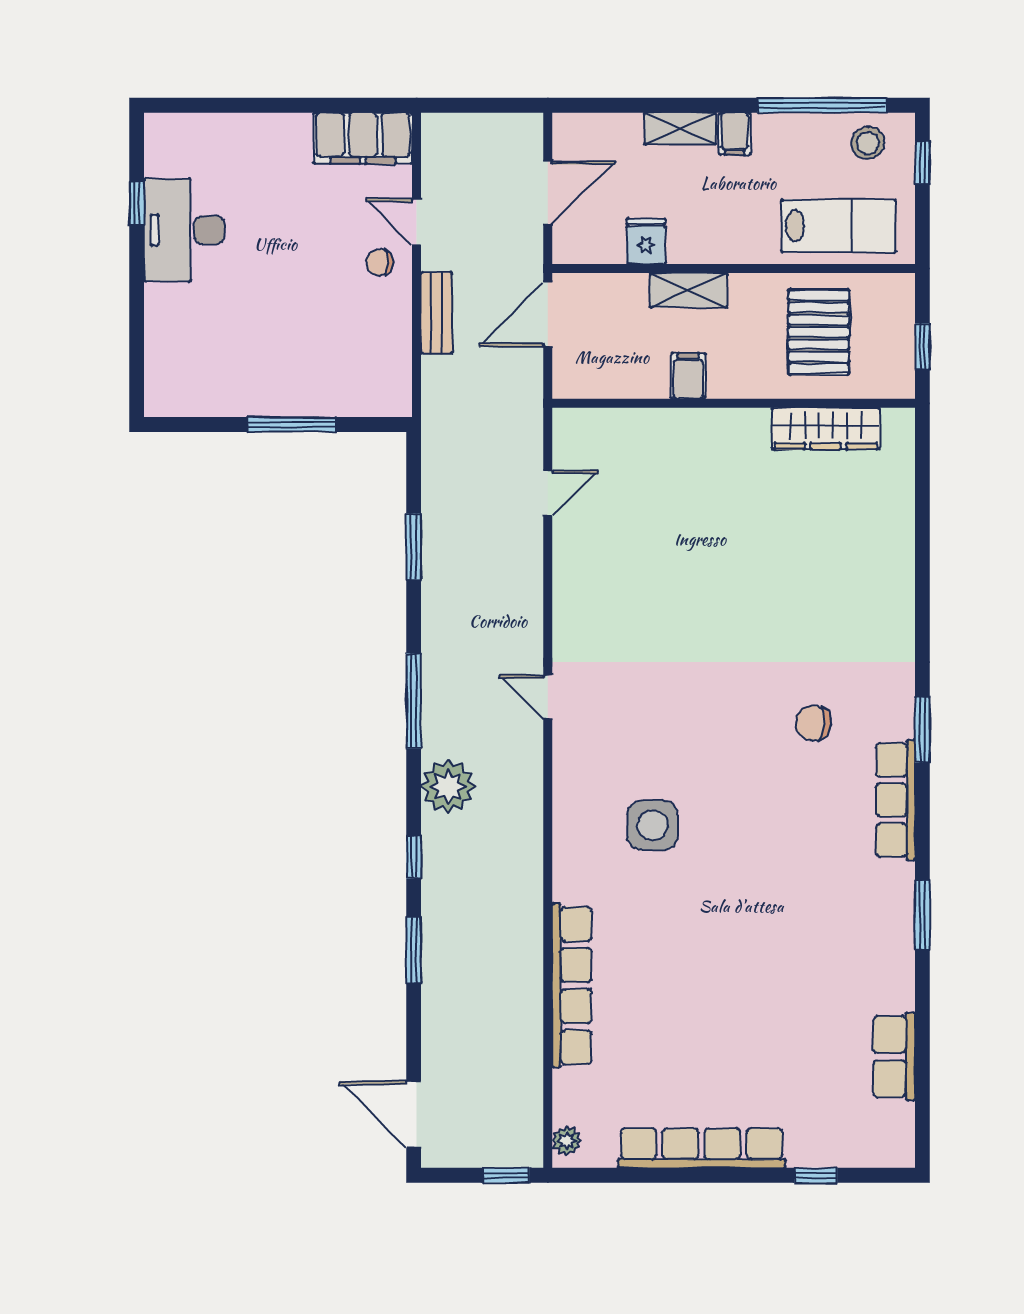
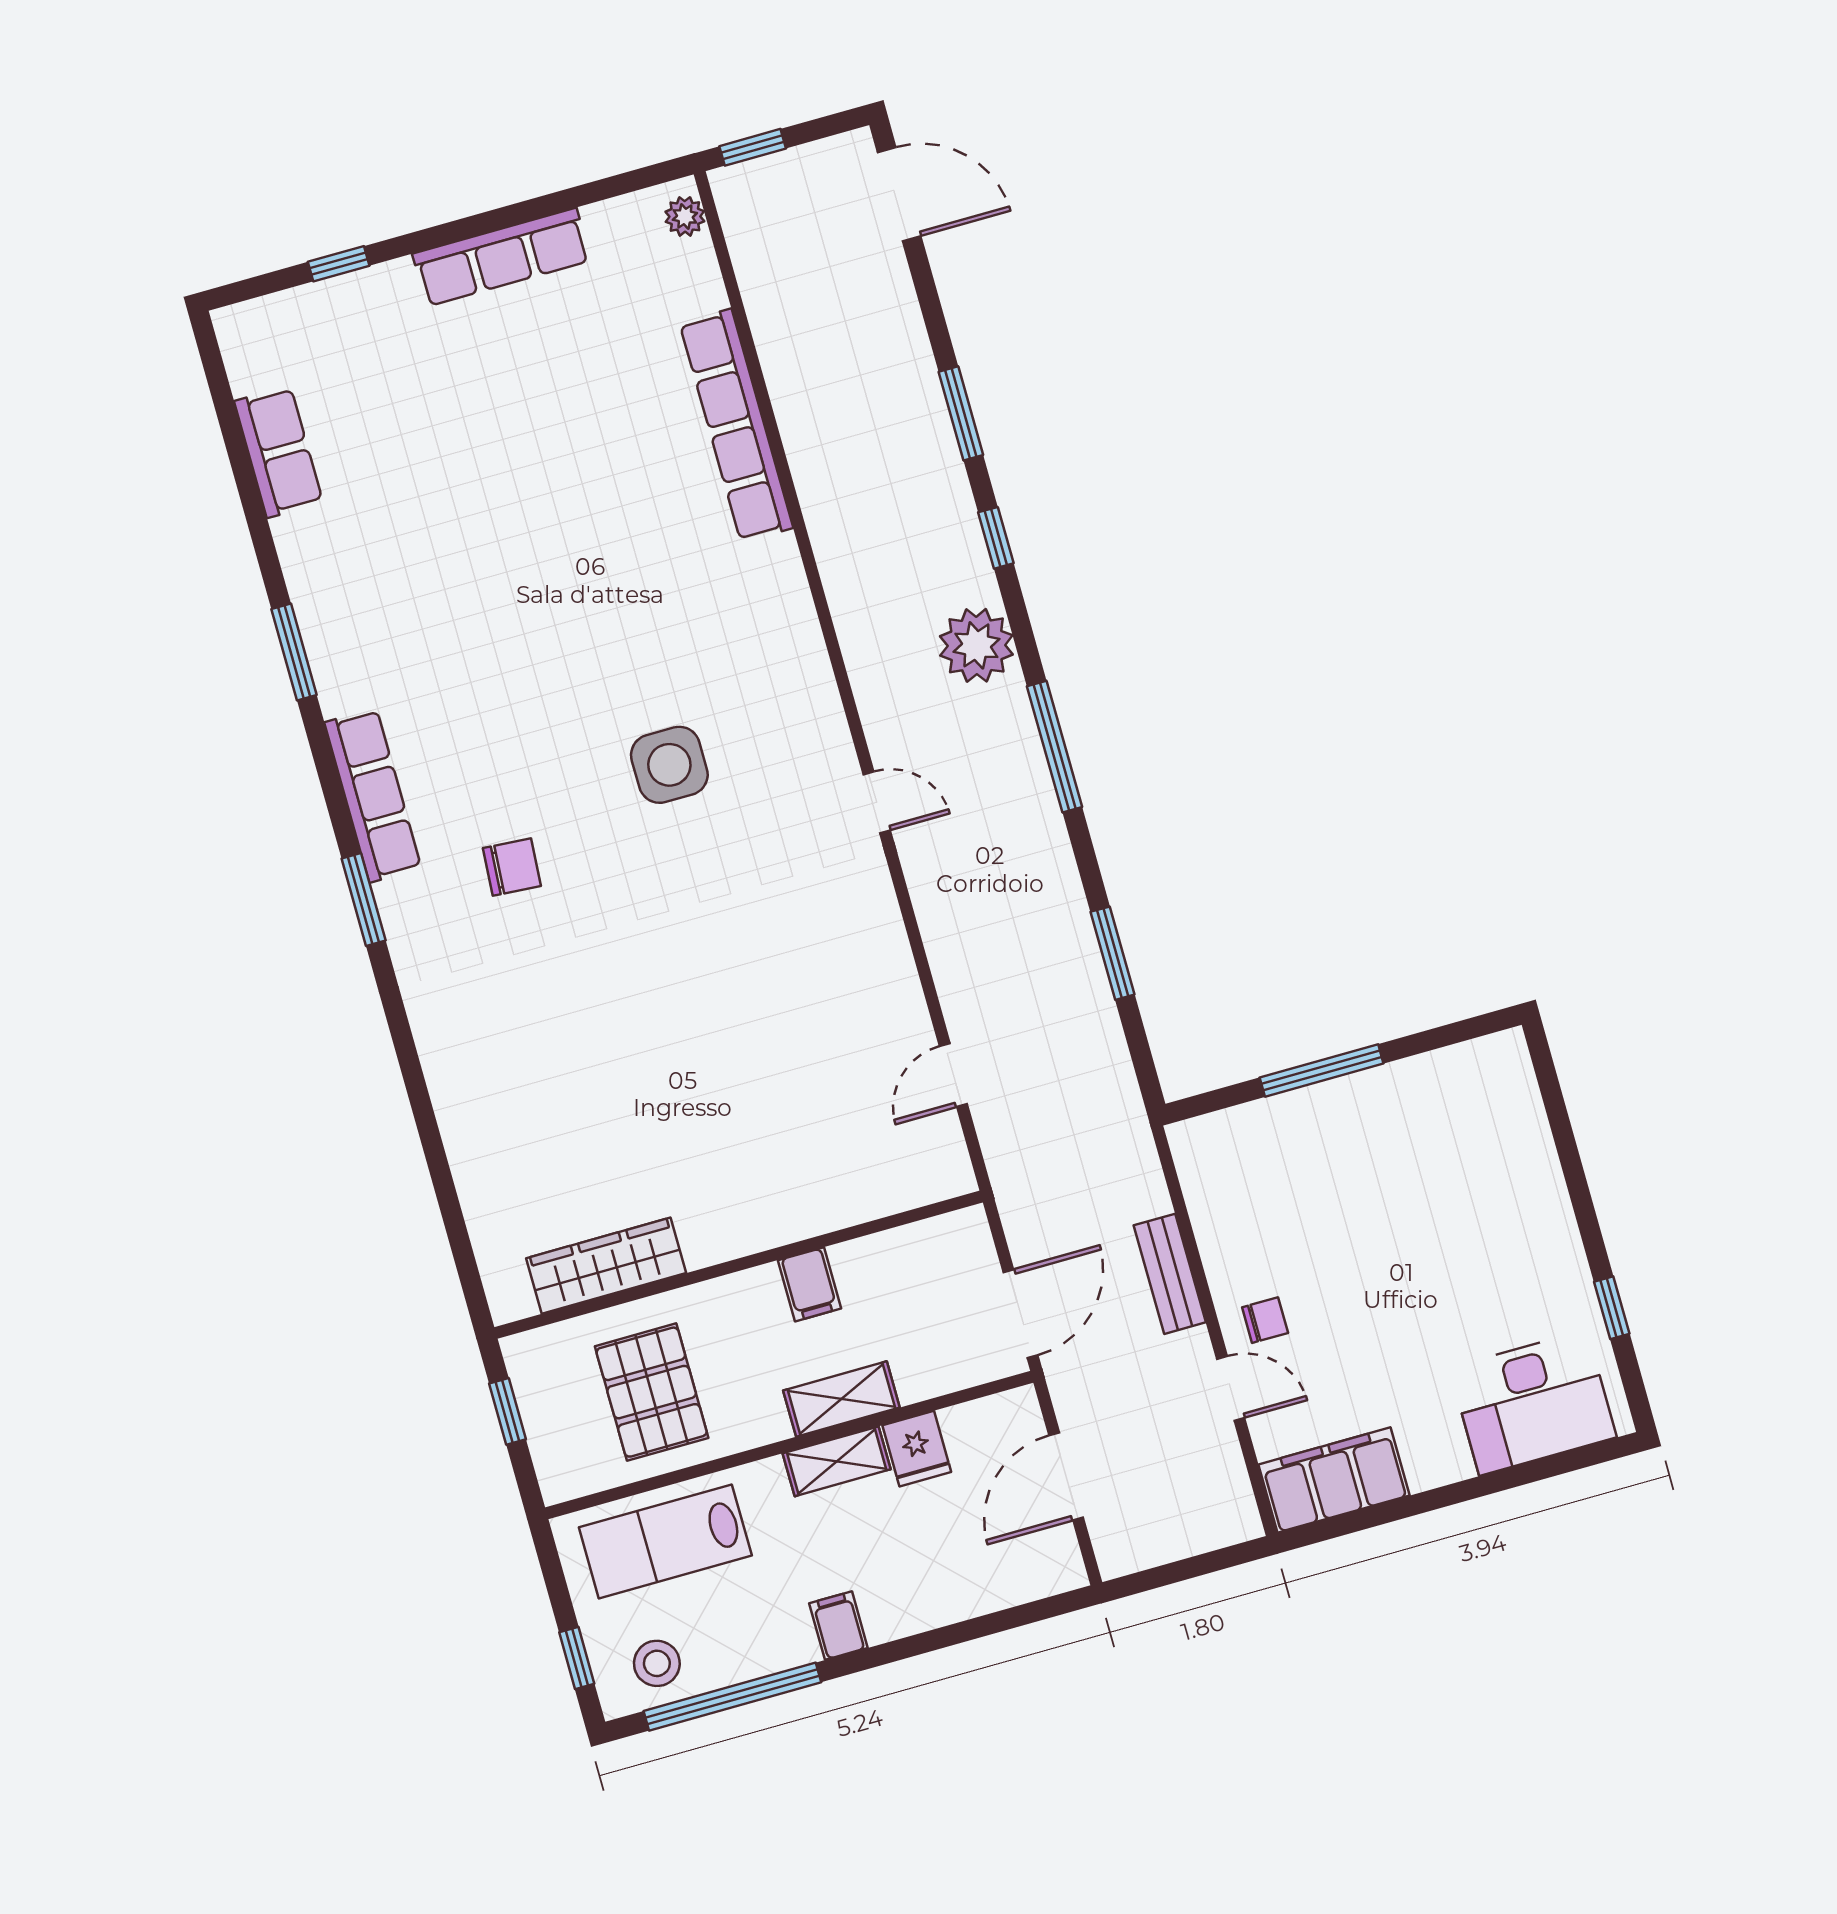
shelving: (680, 129) -> (837, 1461), moved
desk: (184, 230) -> (1533, 1403), moved, turned 90
side table: (652, 825) -> (669, 765), moved
row of seats: (702, 1148) -> (502, 257), width x0.73

